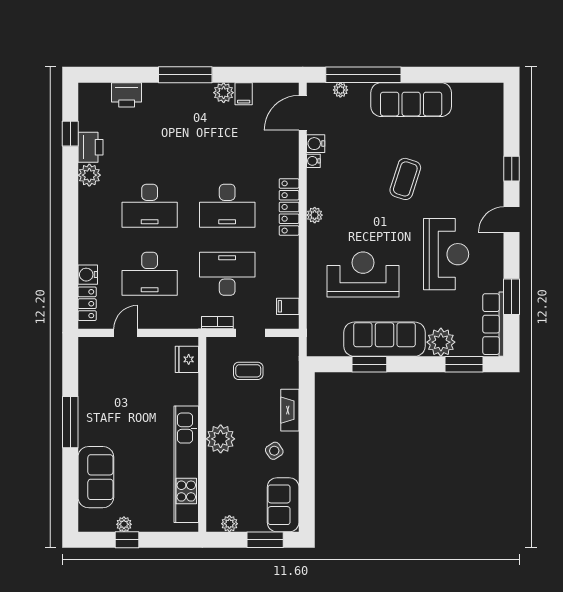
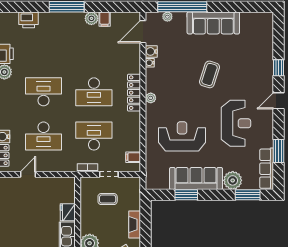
desk: (150, 206) -> (44, 92), turned 180
fridge: (187, 359) -> (68, 212), moved

